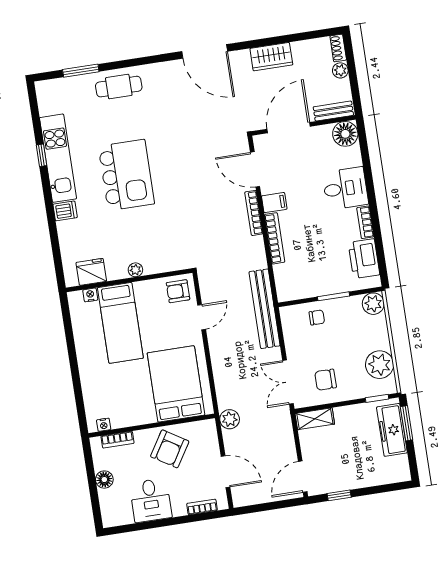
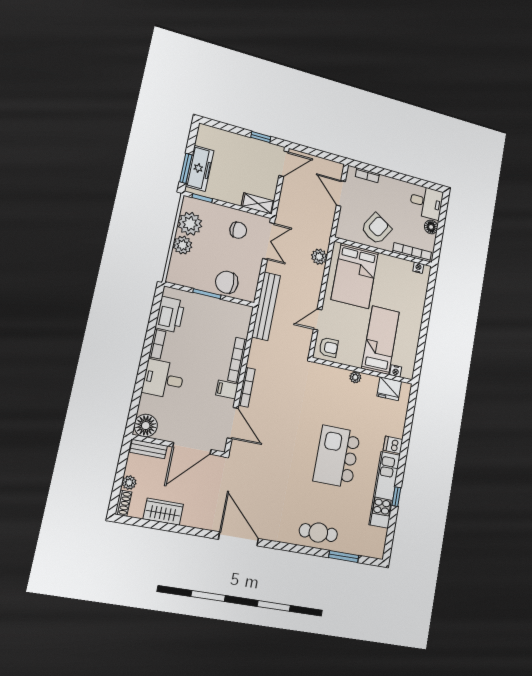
wardrobe: (271, 57) -> (163, 512), moved
plant: (373, 304) -> (183, 245), moved
chair: (317, 317) -> (227, 282), width x1.87, depth x1.87
plant: (230, 419) -> (319, 257), moved
bookcase: (117, 440) -> (412, 252), width x1.56
desk: (151, 500) -> (426, 202), moved, turned 90

